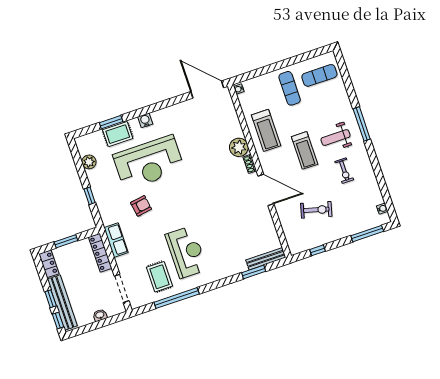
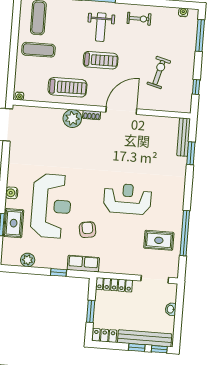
exercise bike: (344, 171) -> (139, 19), moved
row of seats: (116, 240) -> (83, 264), moved
reception desk: (186, 252) -> (127, 199), moved

